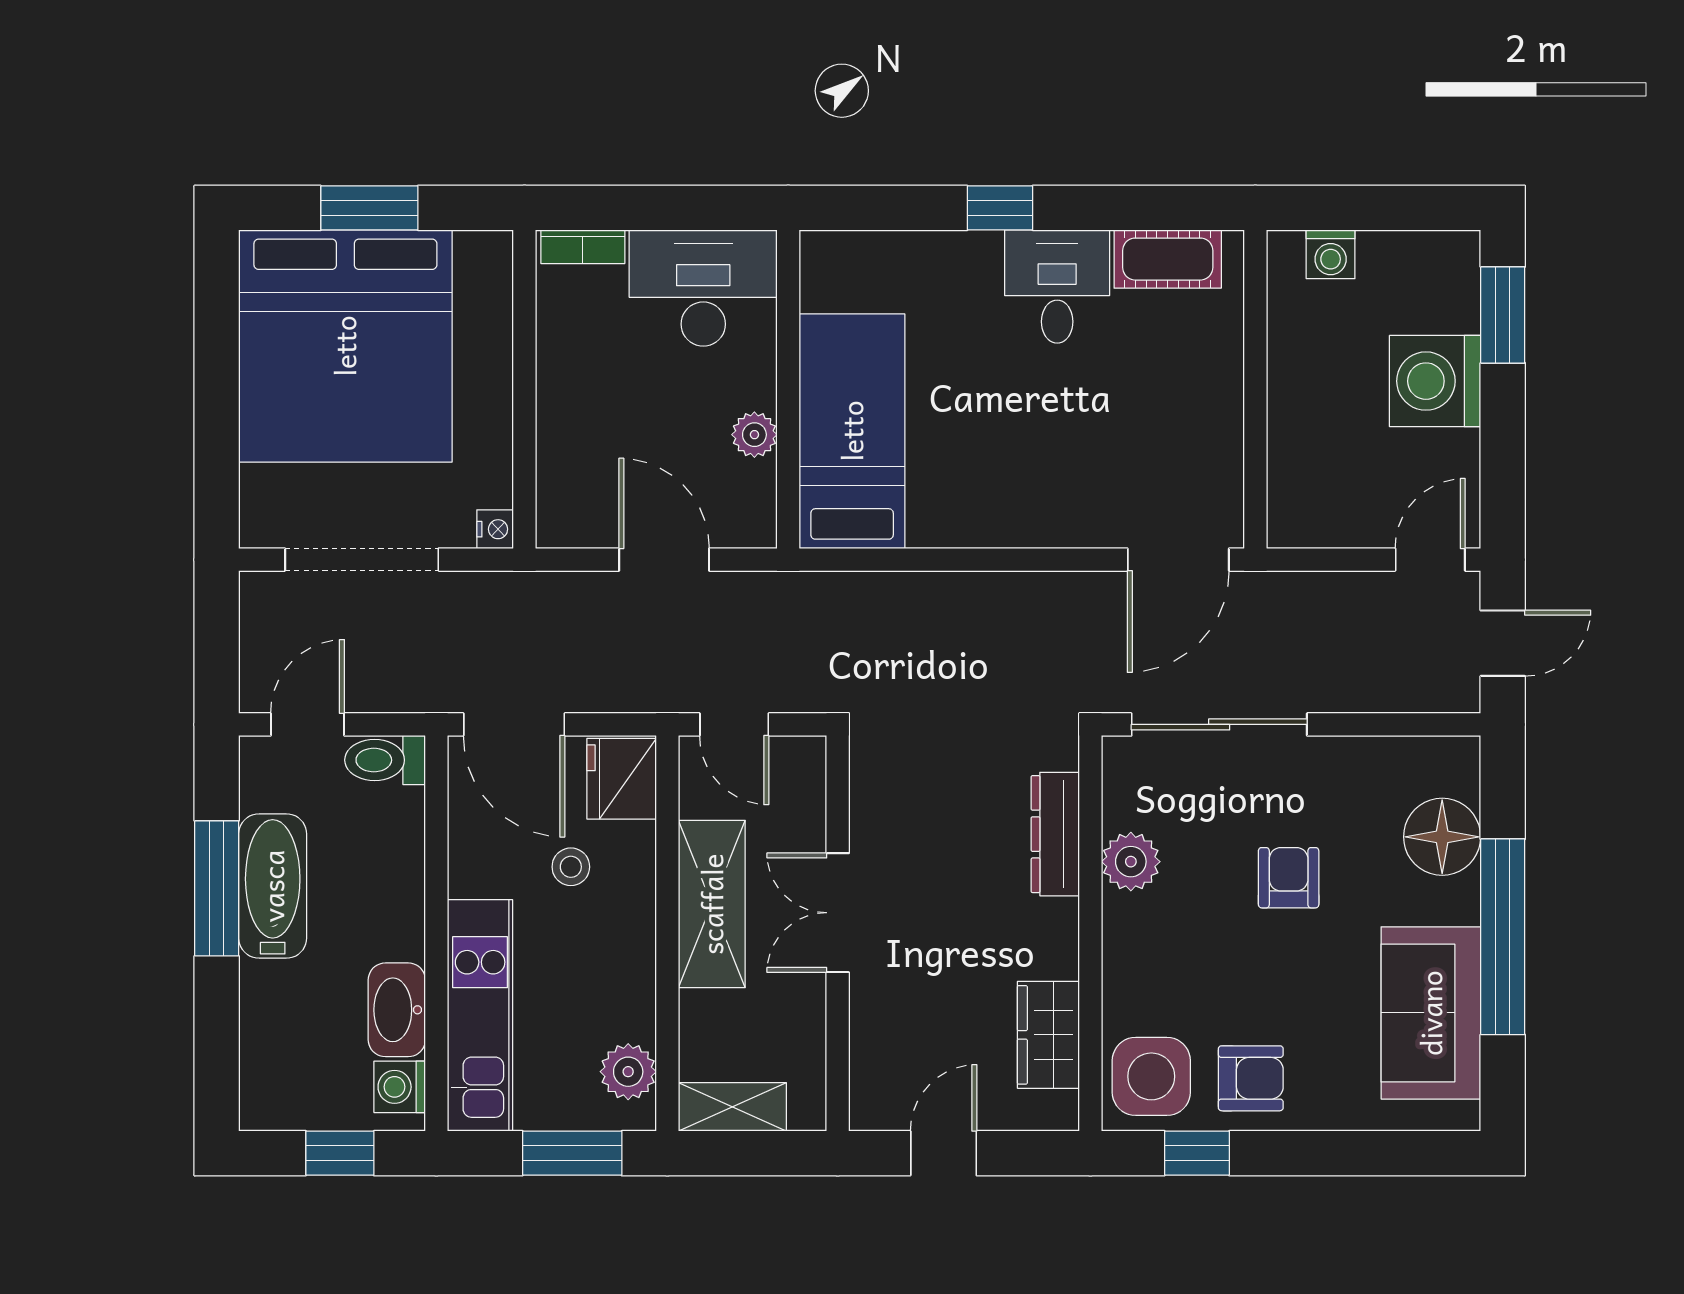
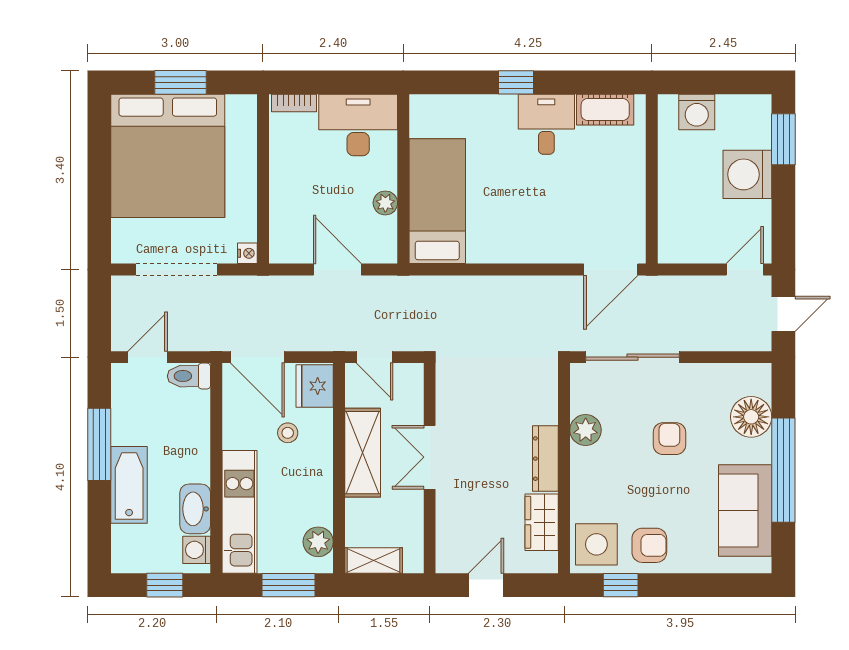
washing machine: (1331, 254) -> (697, 112), width x1.38, depth x1.38
dresser: (1055, 834) -> (545, 459), moved
bathtub: (273, 886) -> (129, 485), moved

